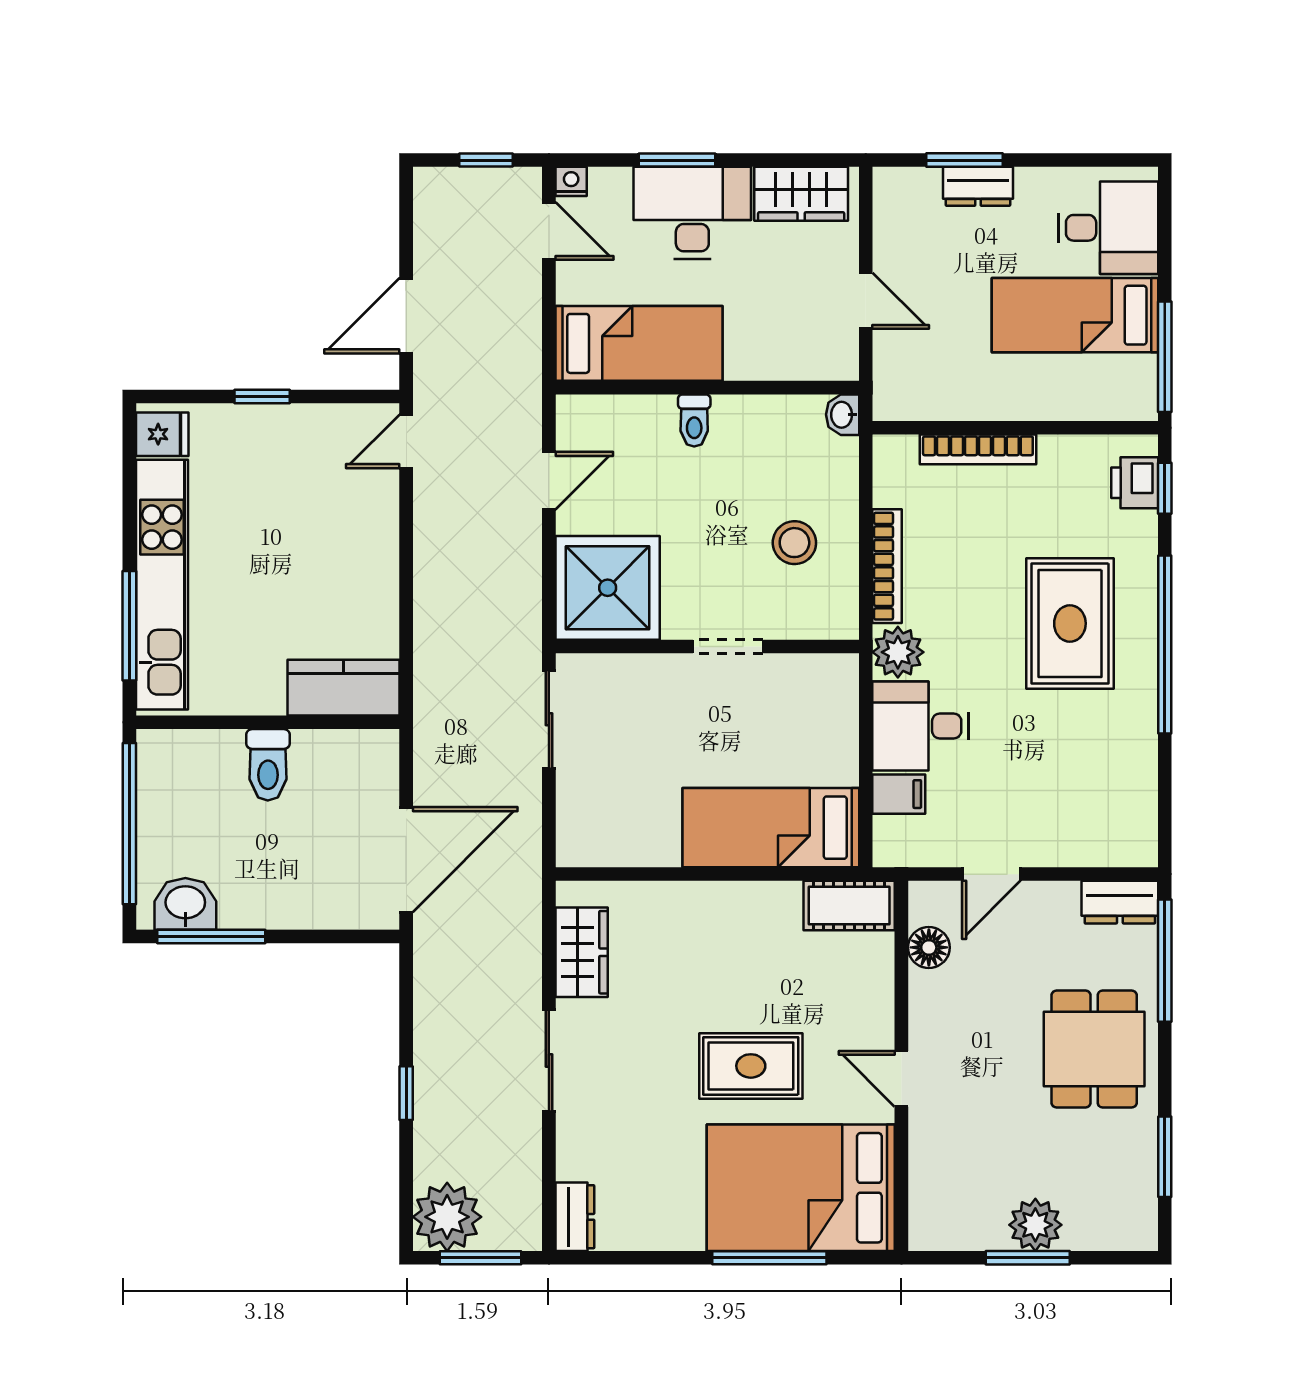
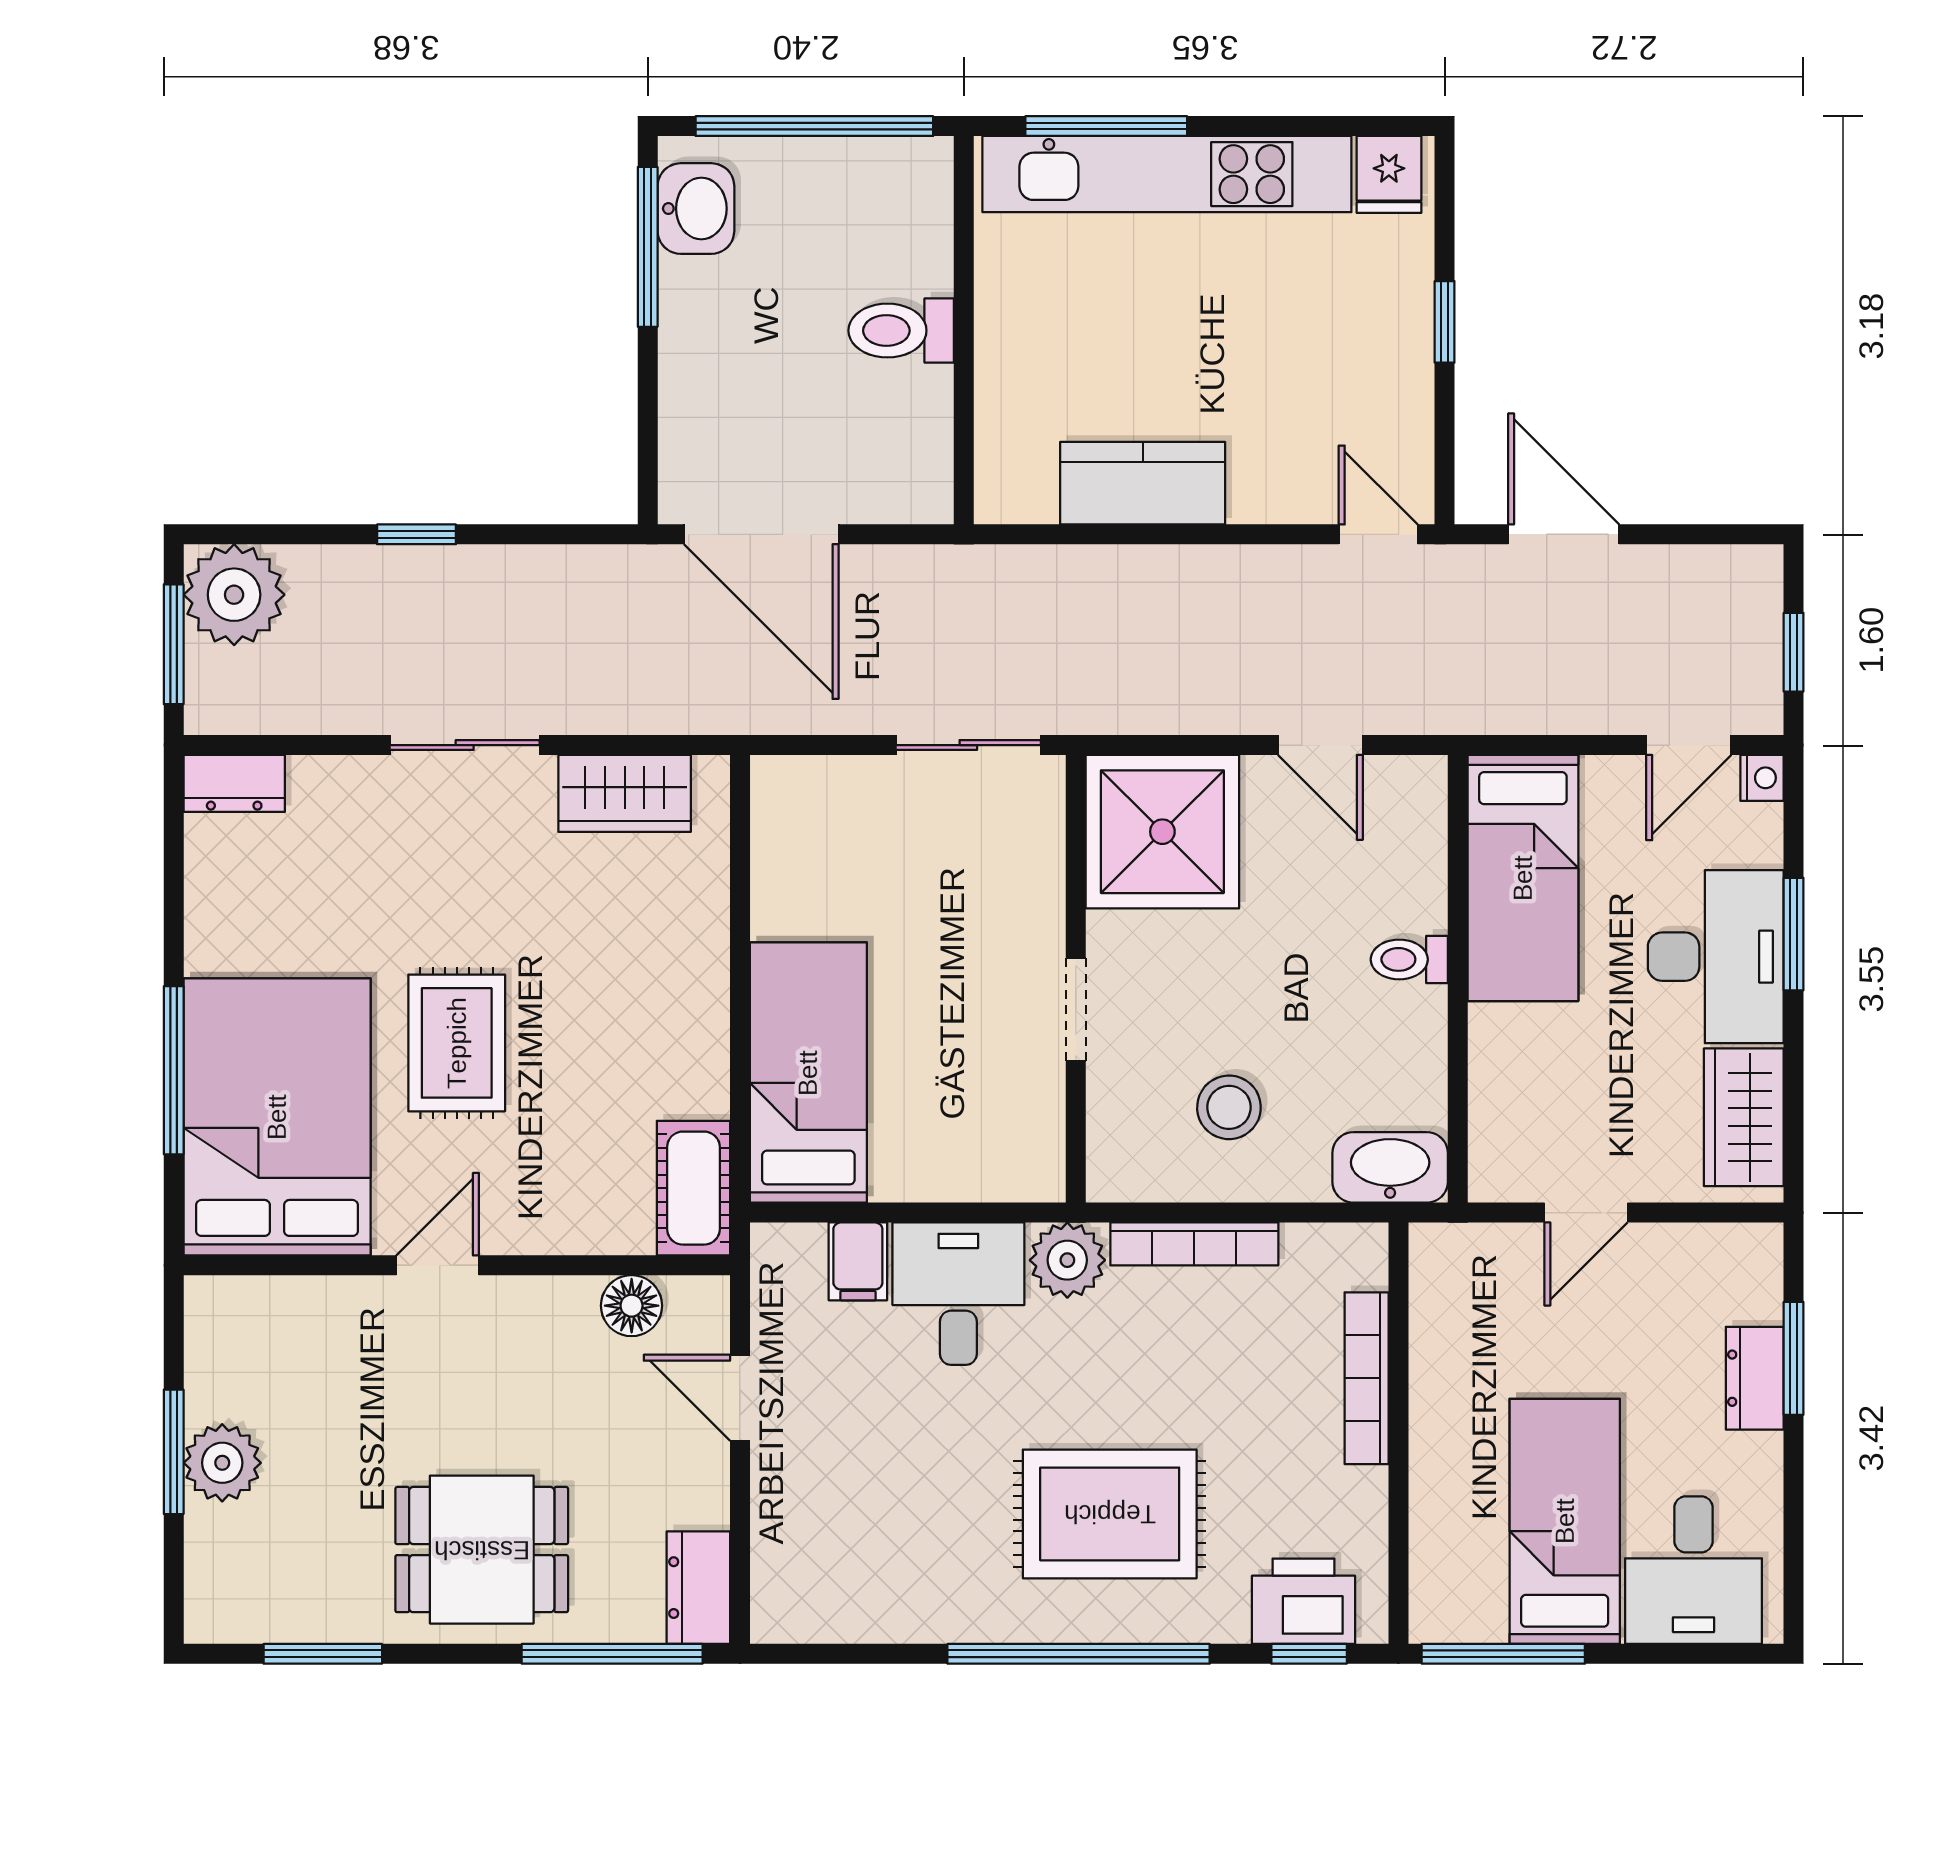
washbasin: (843, 415) -> (1390, 1167), width x1.91, depth x1.45
printer: (1135, 483) -> (1303, 1601), width x1.36, depth x1.24
kitchen counter: (343, 688) -> (1143, 483), moved, turned -90

